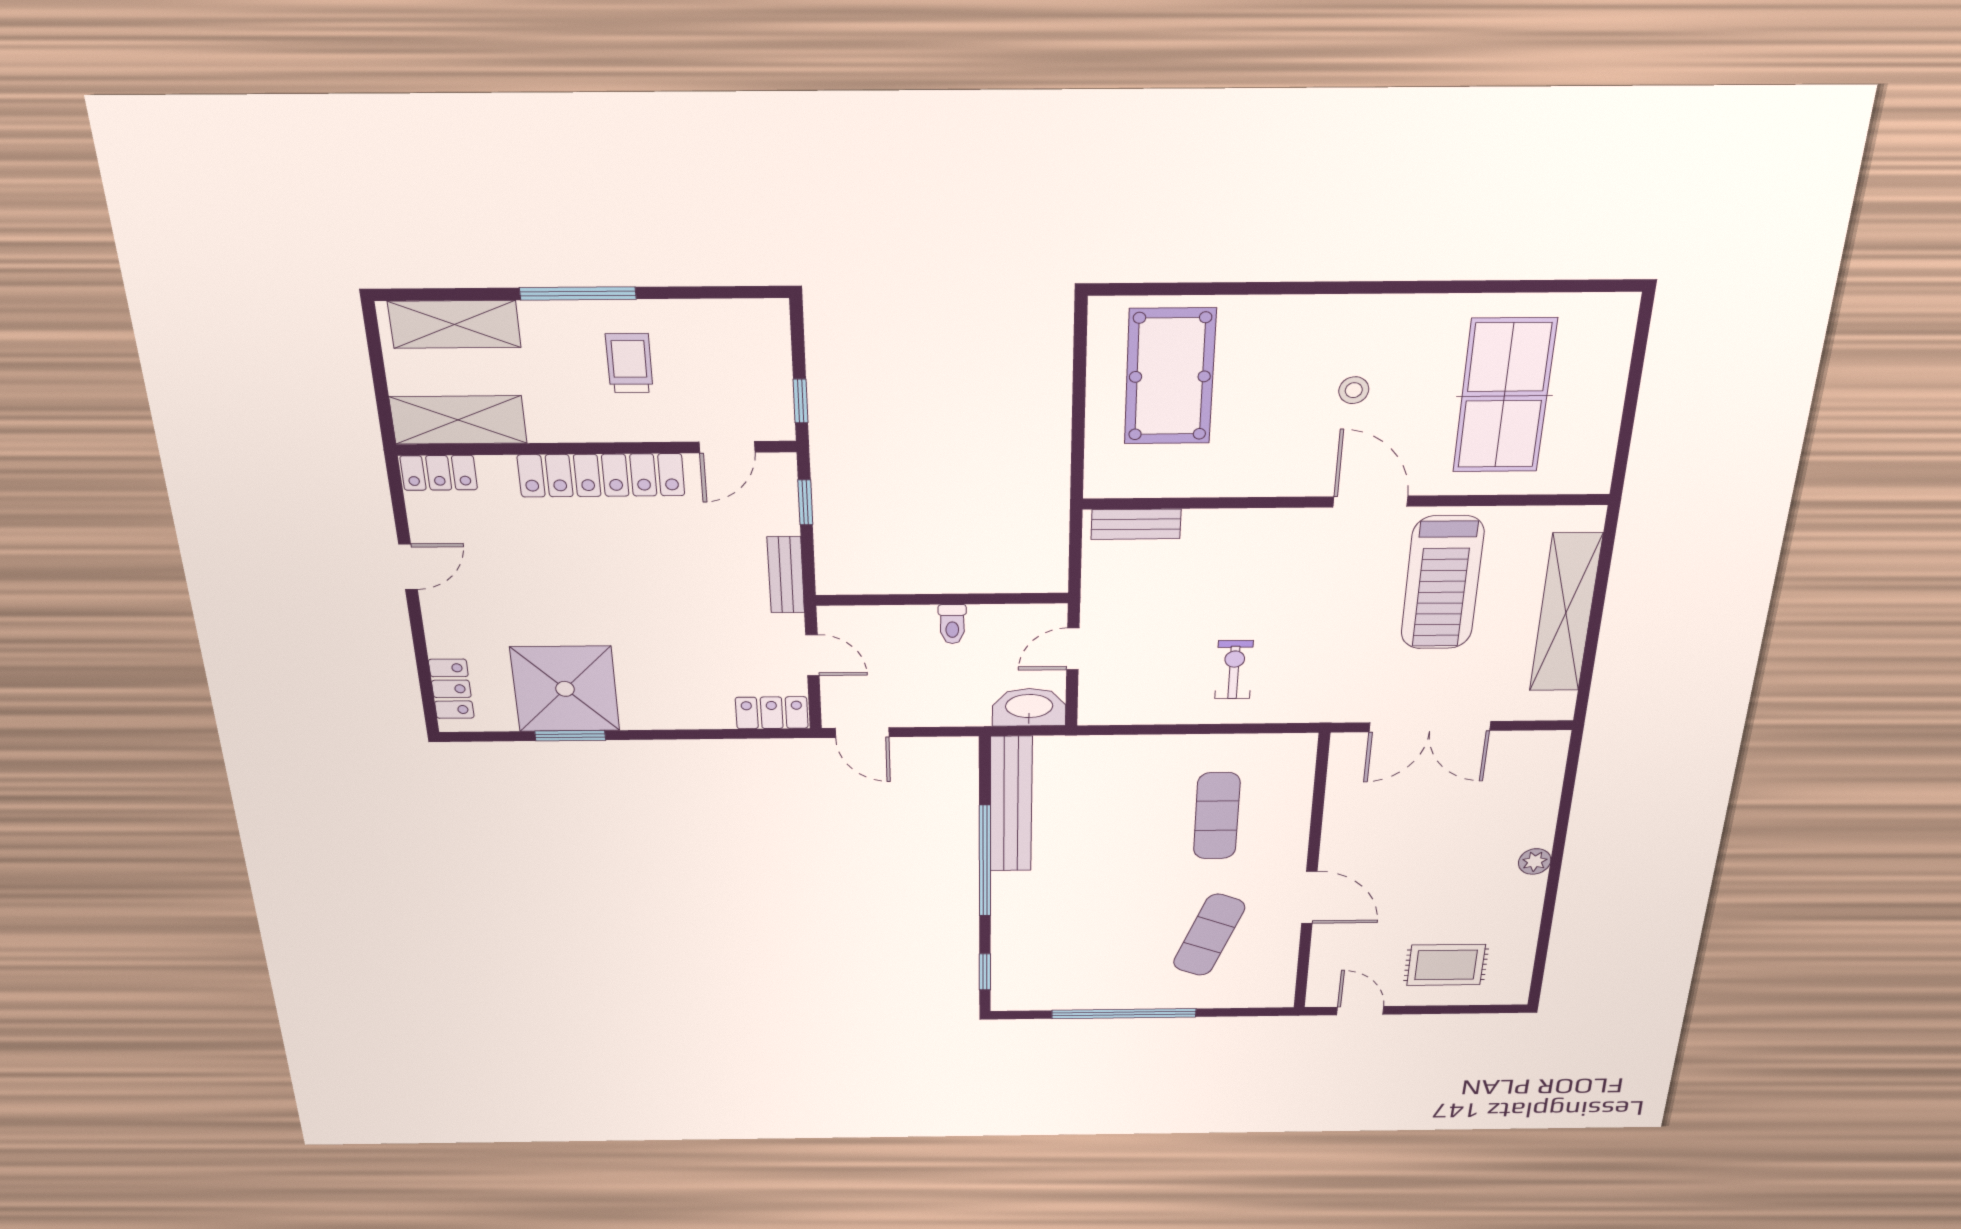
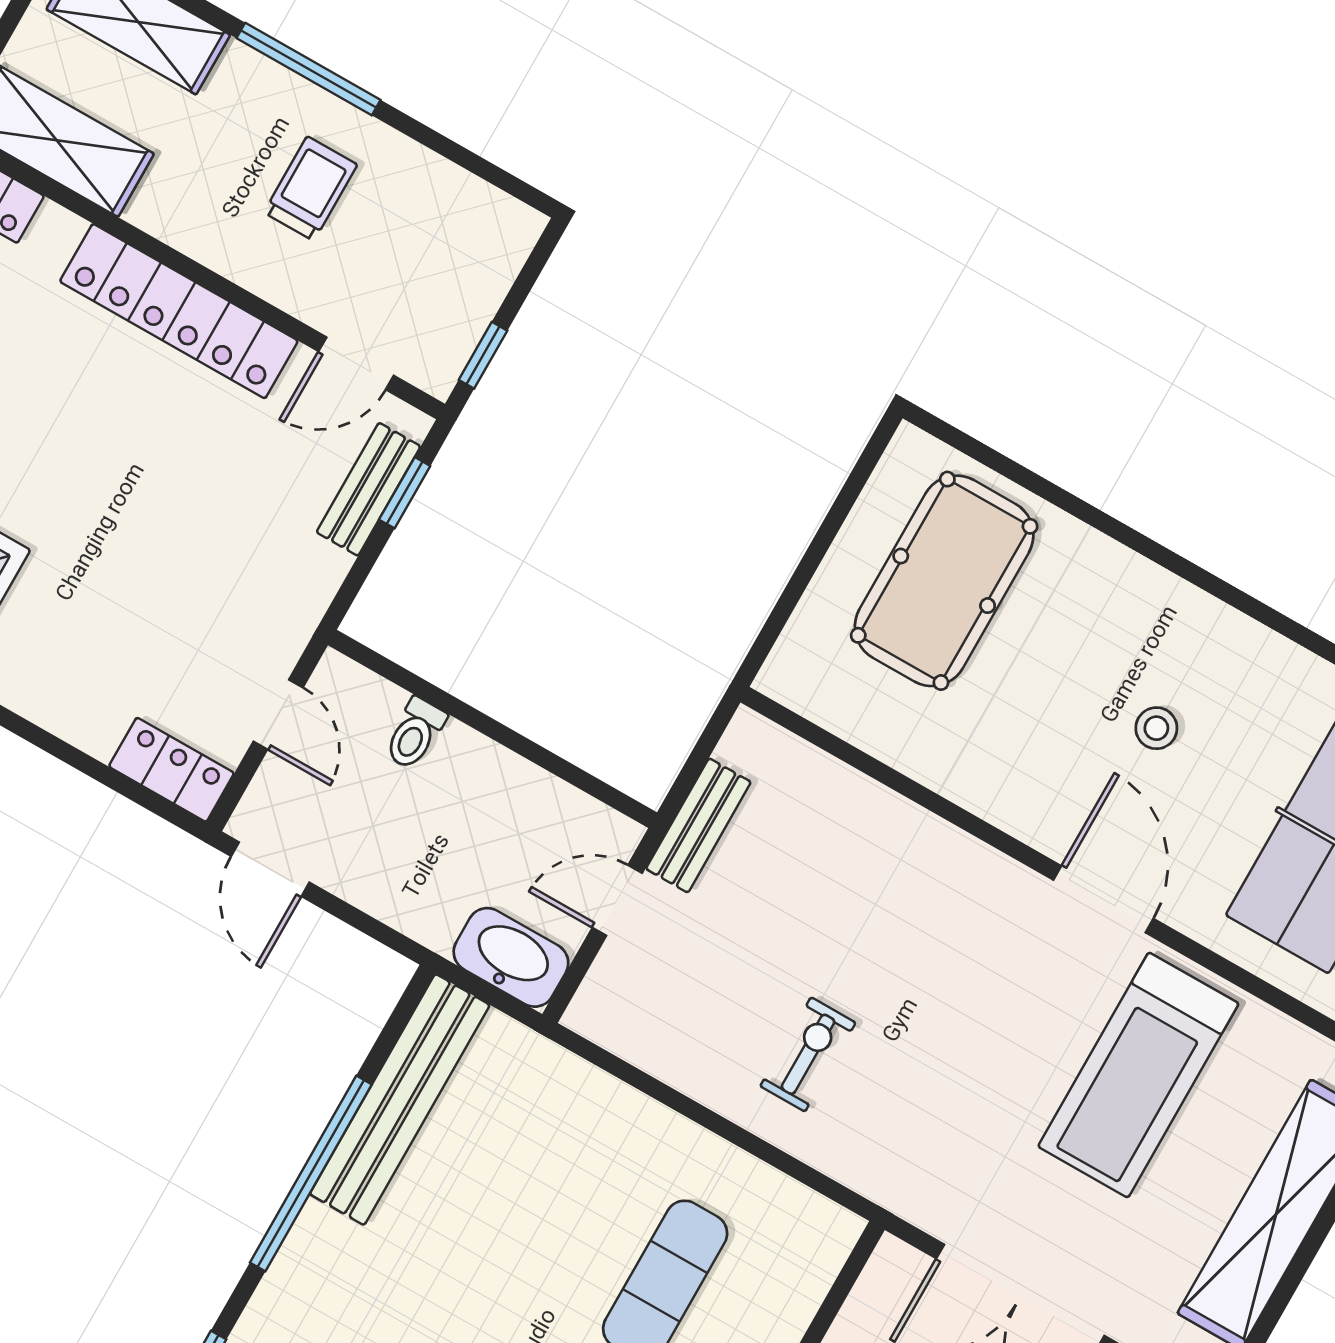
bench: (1136, 524) -> (698, 825), moved, turned 90
bench: (786, 575) -> (368, 489), moved
toilet: (952, 624) -> (415, 734), moved

